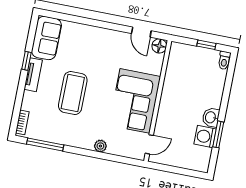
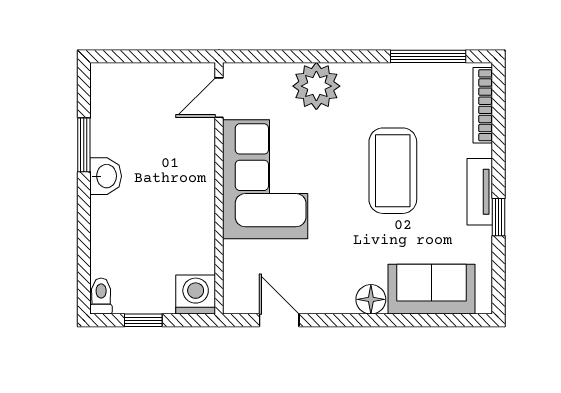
sofa: (46, 38) -> (431, 289), moved, turned 90
floor lamp: (159, 46) -> (371, 299), moved
bookcase: (22, 122) -> (483, 105), width x1.56
washing machine: (205, 136) -> (196, 295), moved, turned -90
plant: (100, 146) -> (316, 86), width x1.87, depth x1.87

